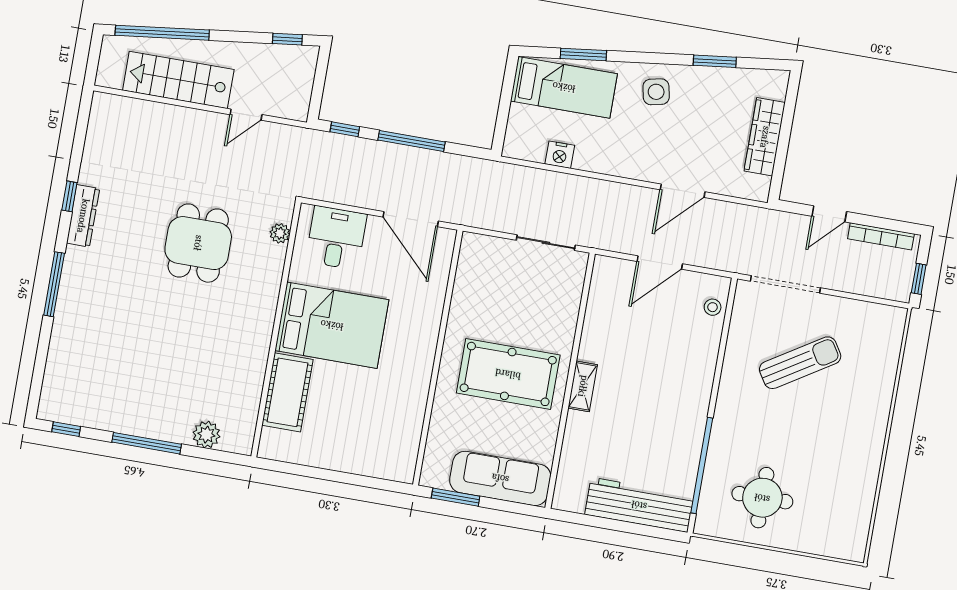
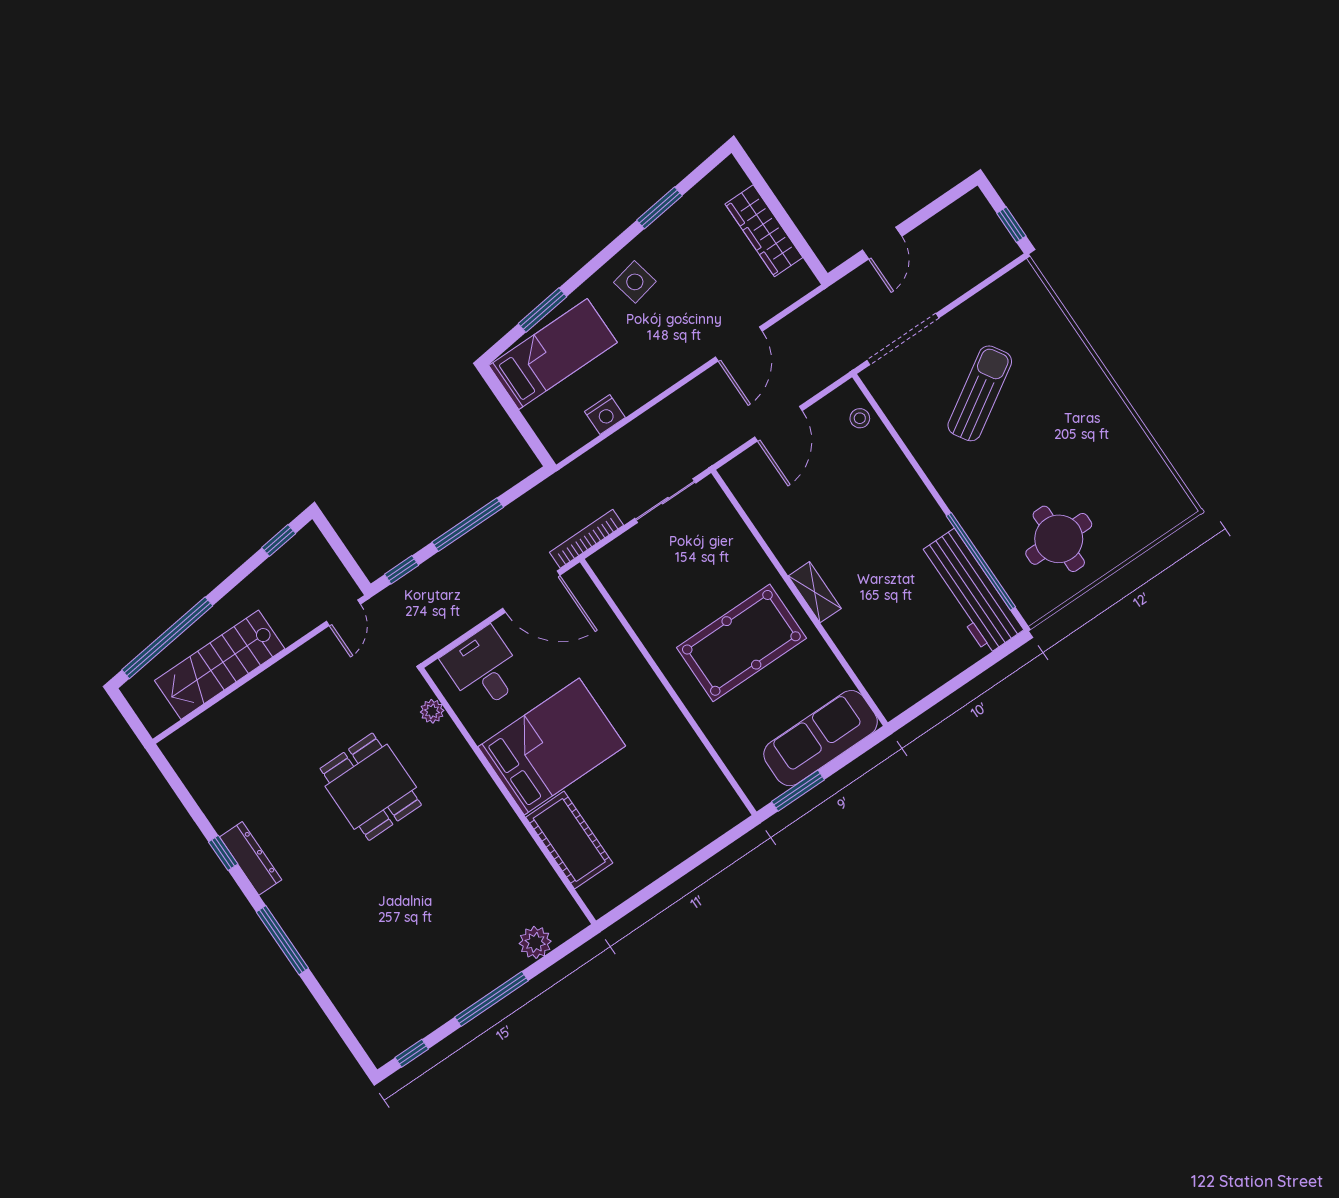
door: (246, 115) -> (343, 613), moved
bookcase: (881, 236) -> (586, 539), moved, turned 180
workbench: (639, 505) -> (971, 592), moved, turned -90

